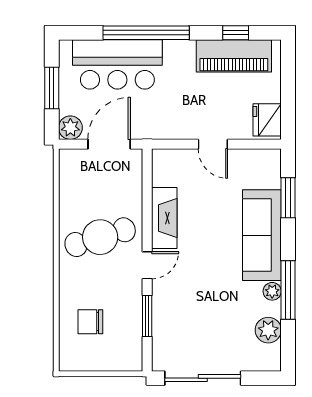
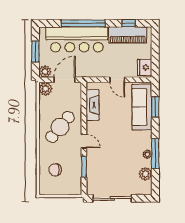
bar counter: (117, 64) -> (77, 39), width x1.36
plant: (71, 162) -> (45, 89), added
fireplace: (164, 218) -> (93, 105), moved
sofa: (262, 235) -> (142, 107), moved
cafe table: (100, 237) -> (60, 127), turned -33
door: (147, 265) -> (84, 141), hinge flipped

